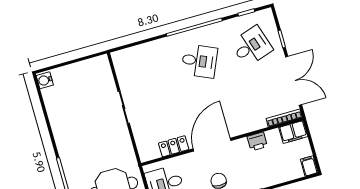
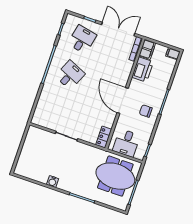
desk: (252, 46) -> (82, 39), turned 30
water cooler: (45, 80) -> (53, 182), moved
printer: (257, 141) -> (143, 70), width x1.87, depth x1.48
locker: (174, 146) -> (104, 137), moved

